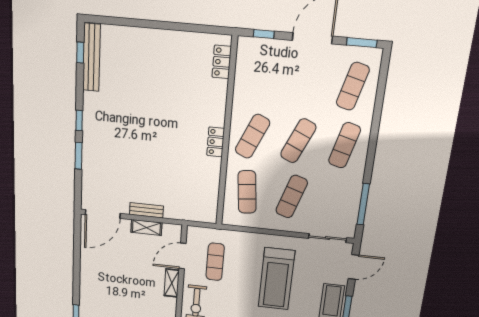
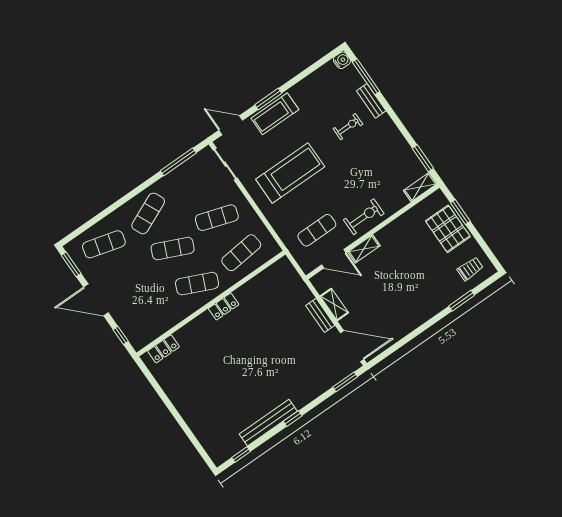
bench: (91, 58) -> (268, 423), moved
exercise mat: (344, 145) -> (148, 213), turned -39
window: (79, 156) -> (345, 382), moved

